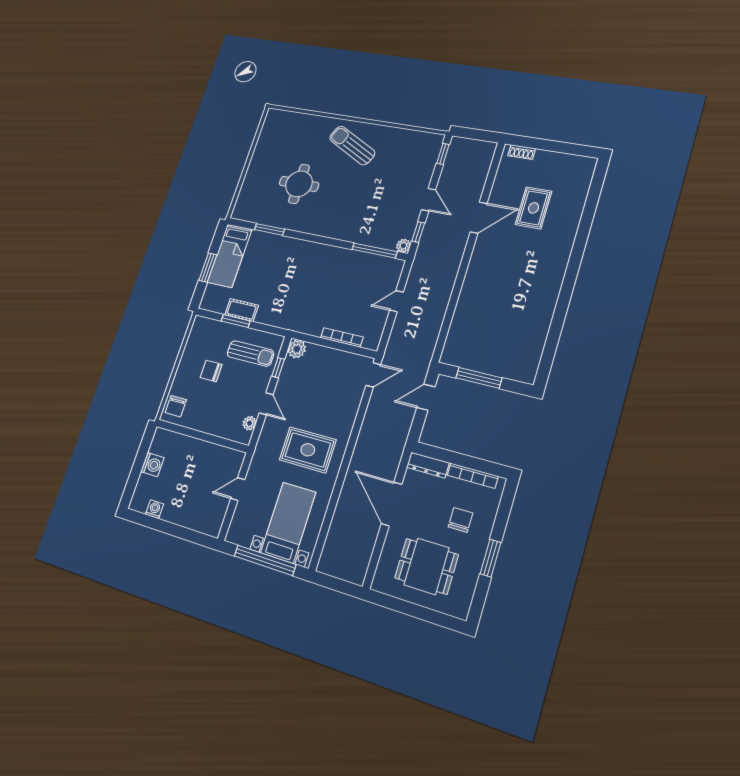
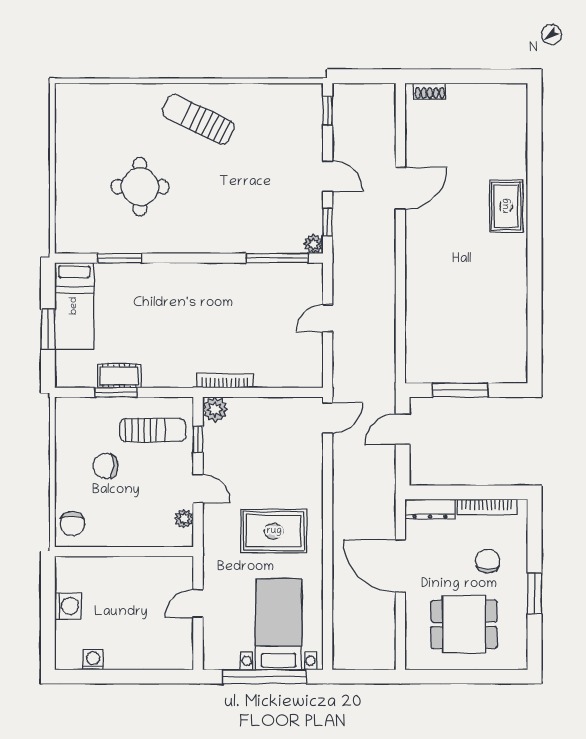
rug: (533, 208) -> (506, 206), moved
bookcase: (342, 337) -> (225, 381), moved

